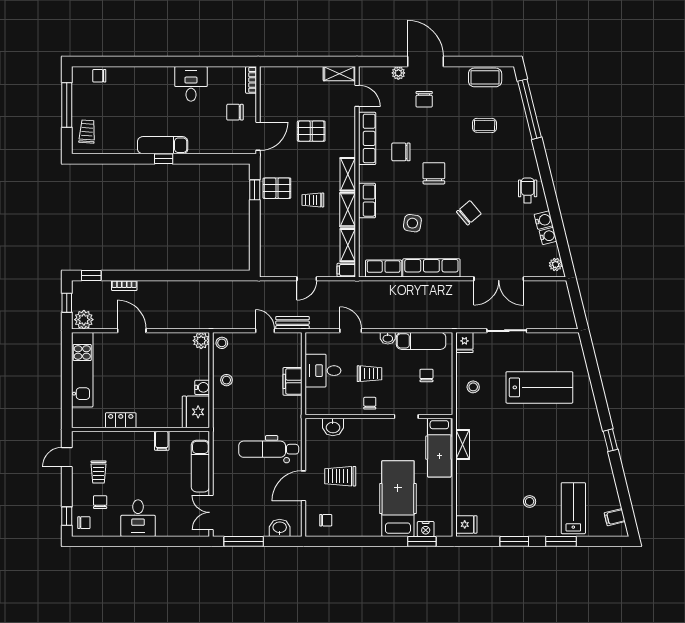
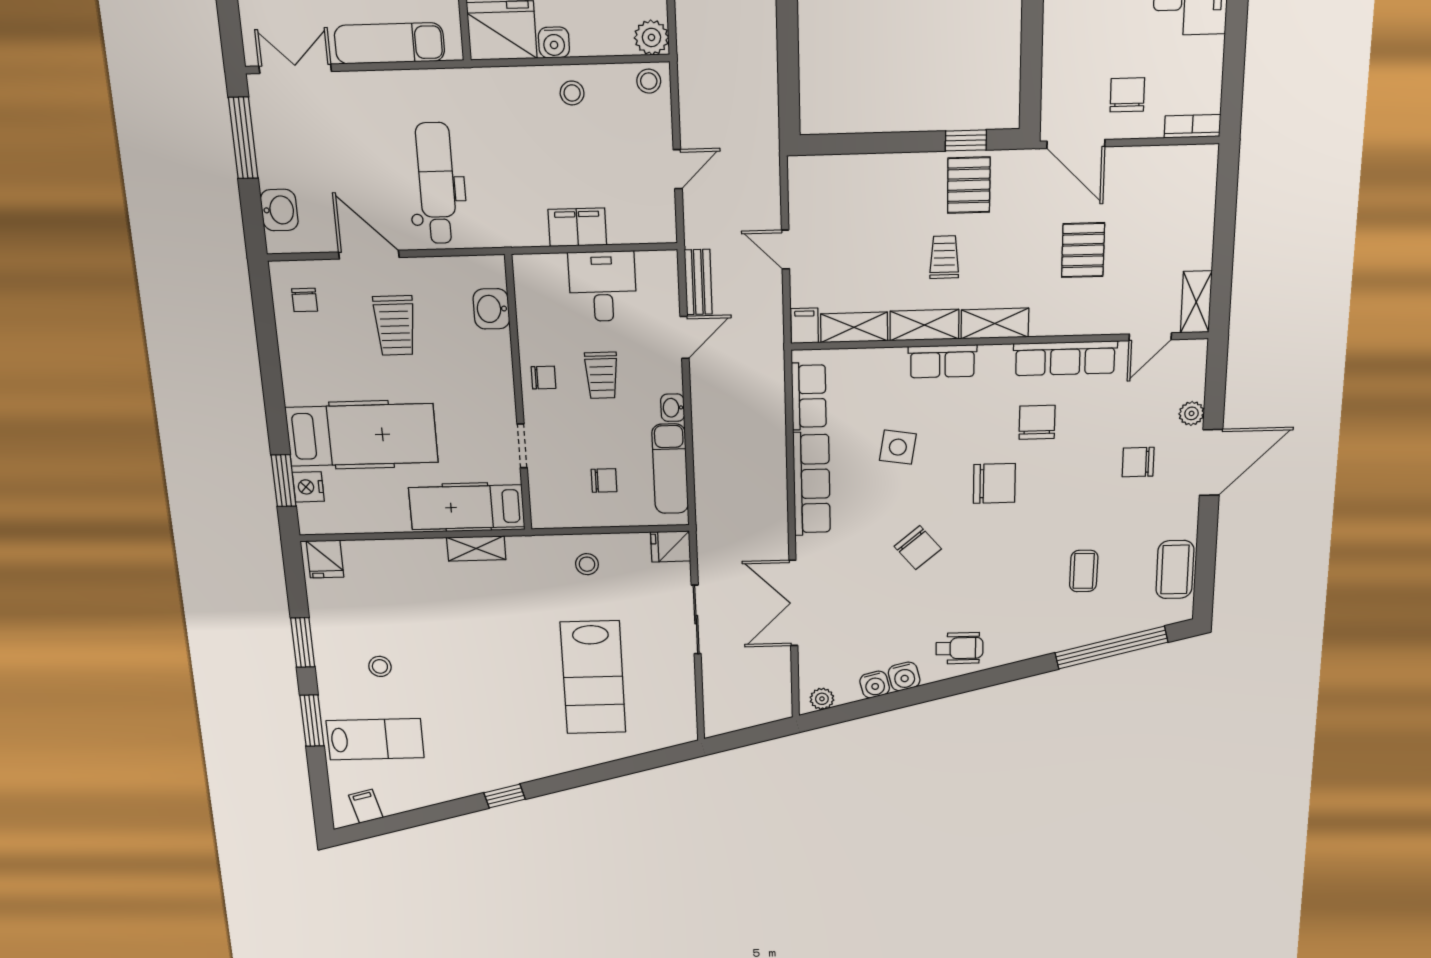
bench: (293, 323) -> (698, 282), moved
trolley: (340, 476) -> (395, 325), turned 180

